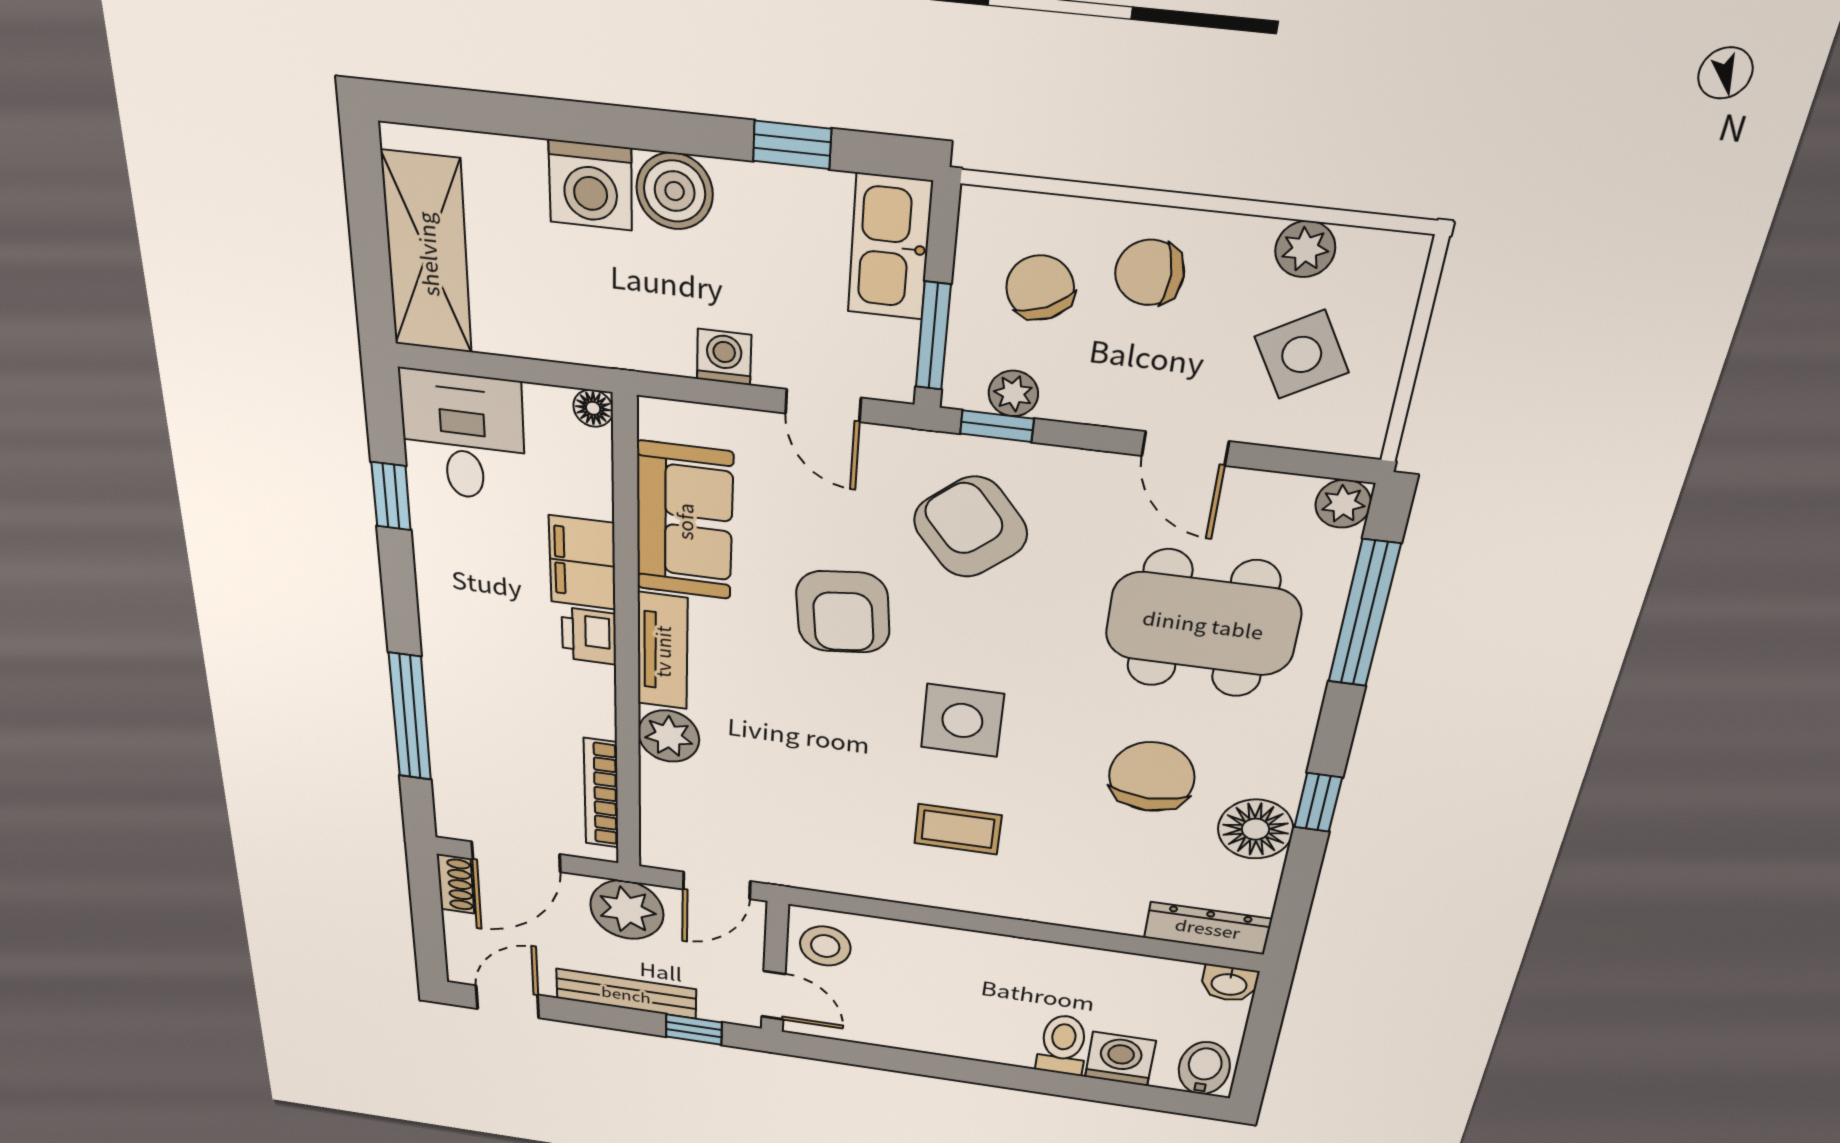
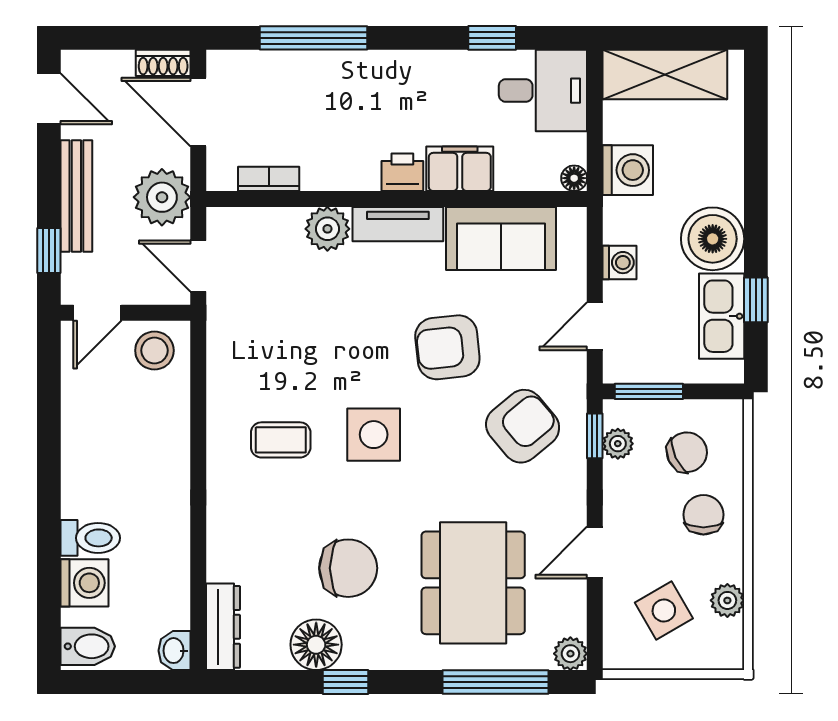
washing machine: (590, 185) -> (628, 170), moved, turned 180
boiler: (675, 191) -> (713, 239), width x1.37, depth x1.37
kitchen sink: (890, 247) -> (722, 316), moved, turned -90
bookcase: (601, 793) -> (269, 179), width x0.64
coffee table: (958, 829) -> (281, 440), turned 90

